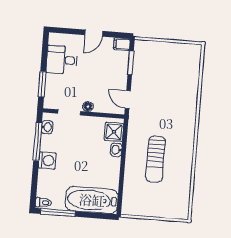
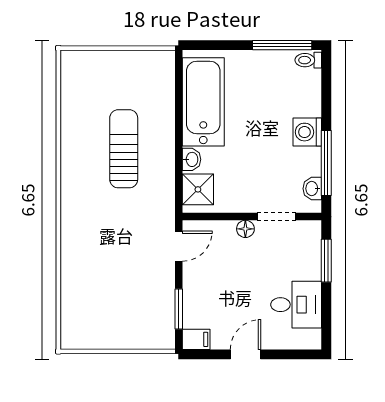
door: (128, 100) -> (179, 246), hinge flipped
bathtub: (92, 200) -> (203, 102), moved, turned -90

